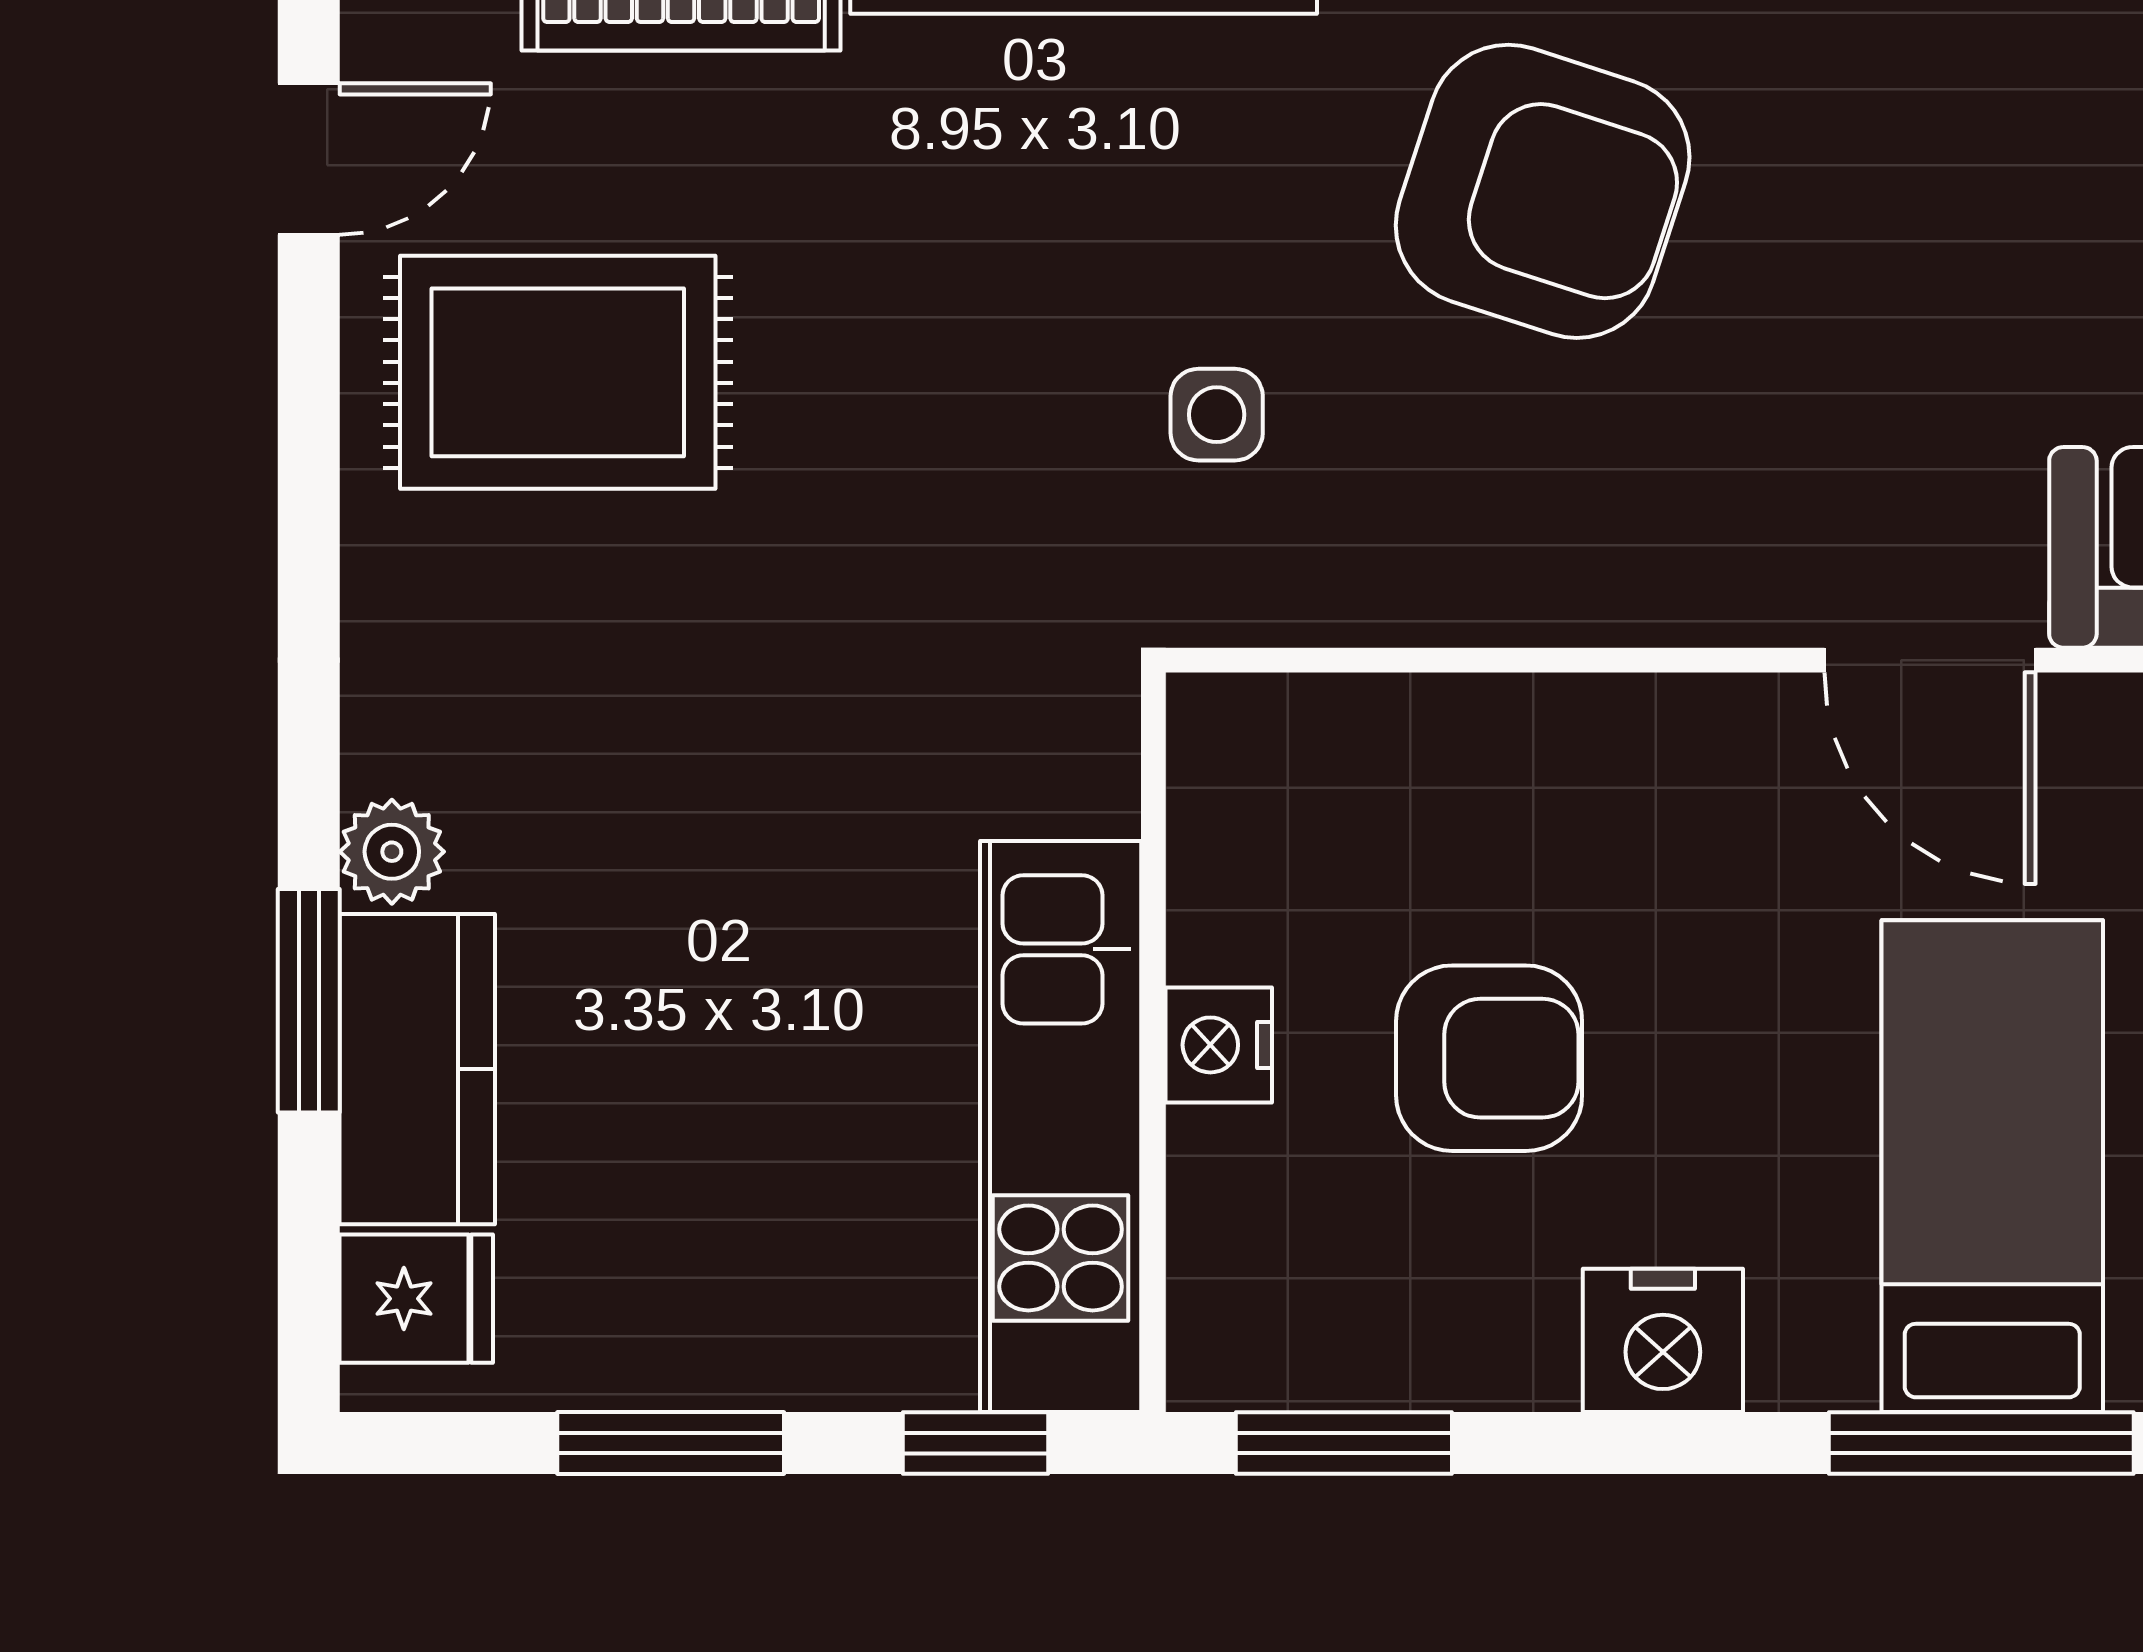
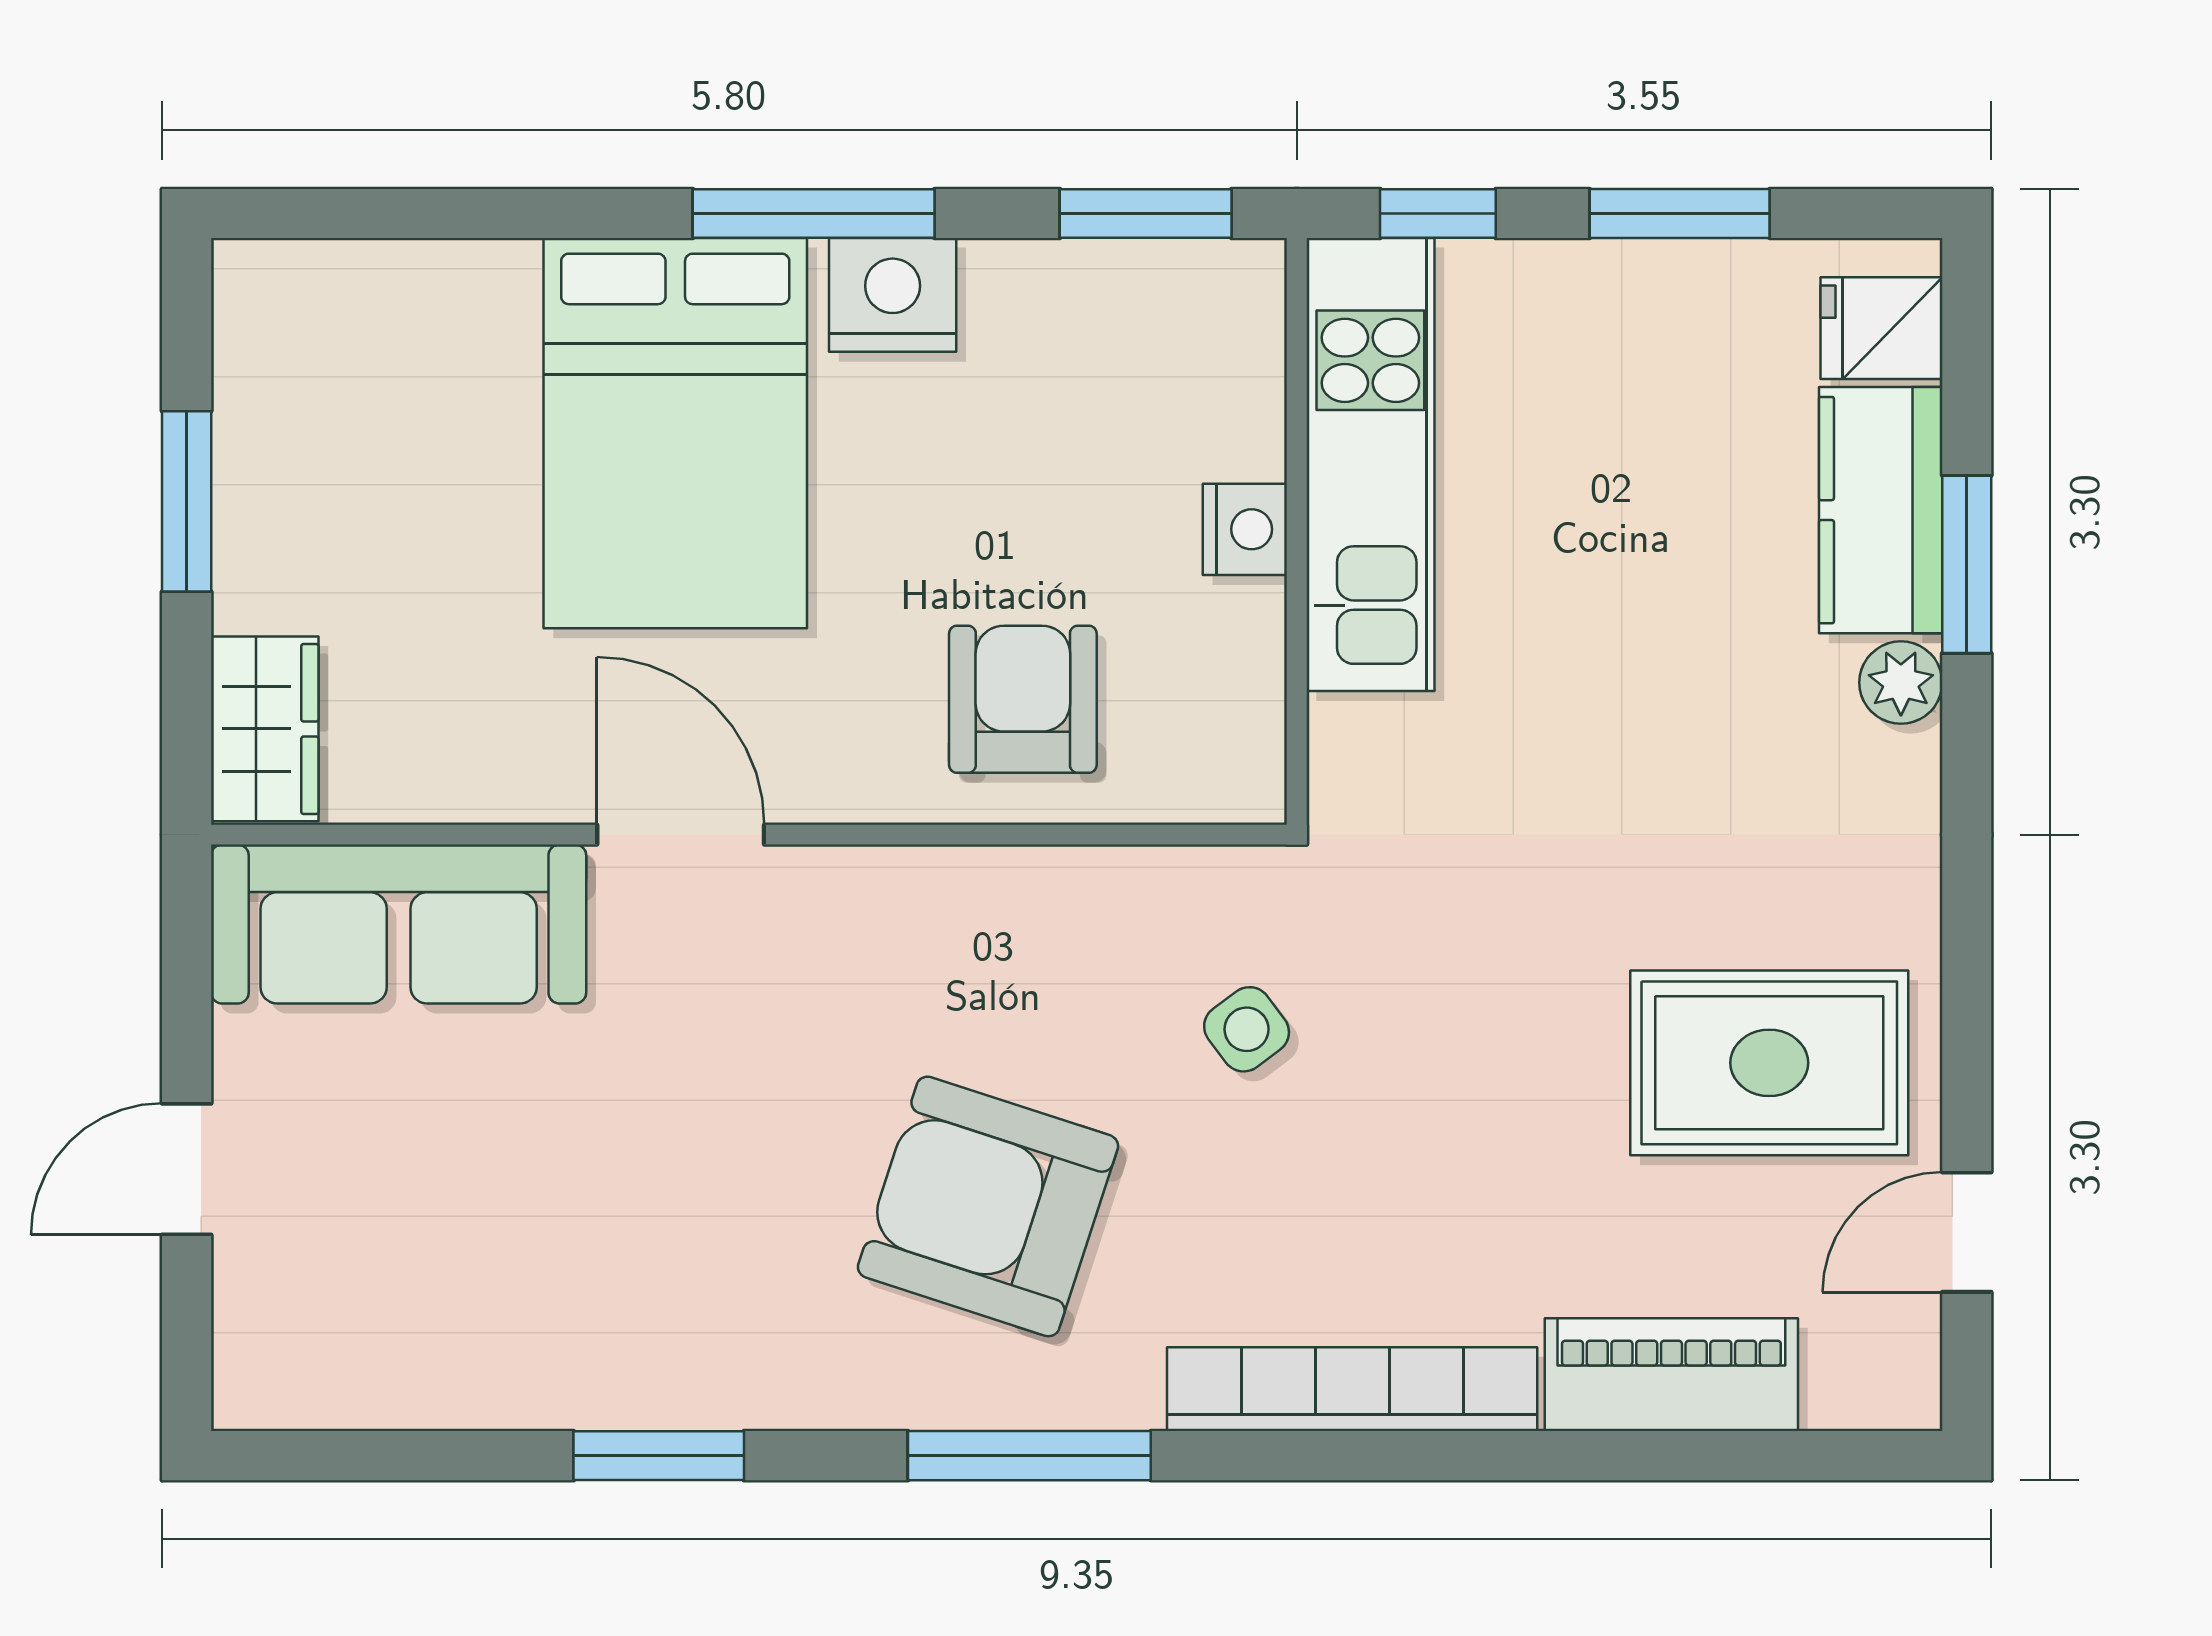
side table: (1217, 415) -> (1247, 1029), turned -37
armchair: (1489, 1058) -> (1023, 699), moved, turned 90
bed: (1992, 1166) -> (675, 433), width x1.50
window: (1981, 1443) -> (814, 214), moved

